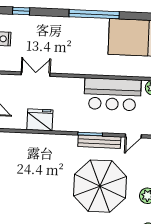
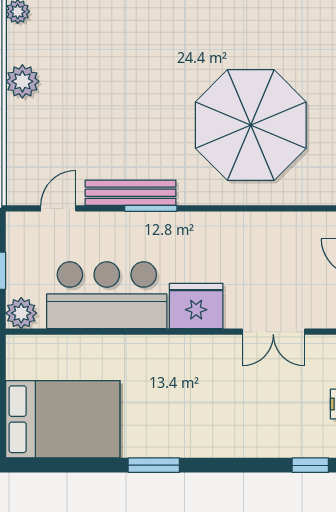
window: (94, 14) -> (154, 465), width x0.47
fridge: (40, 120) -> (196, 306), moved, turned 180
parasol: (100, 186) -> (251, 125), moved

